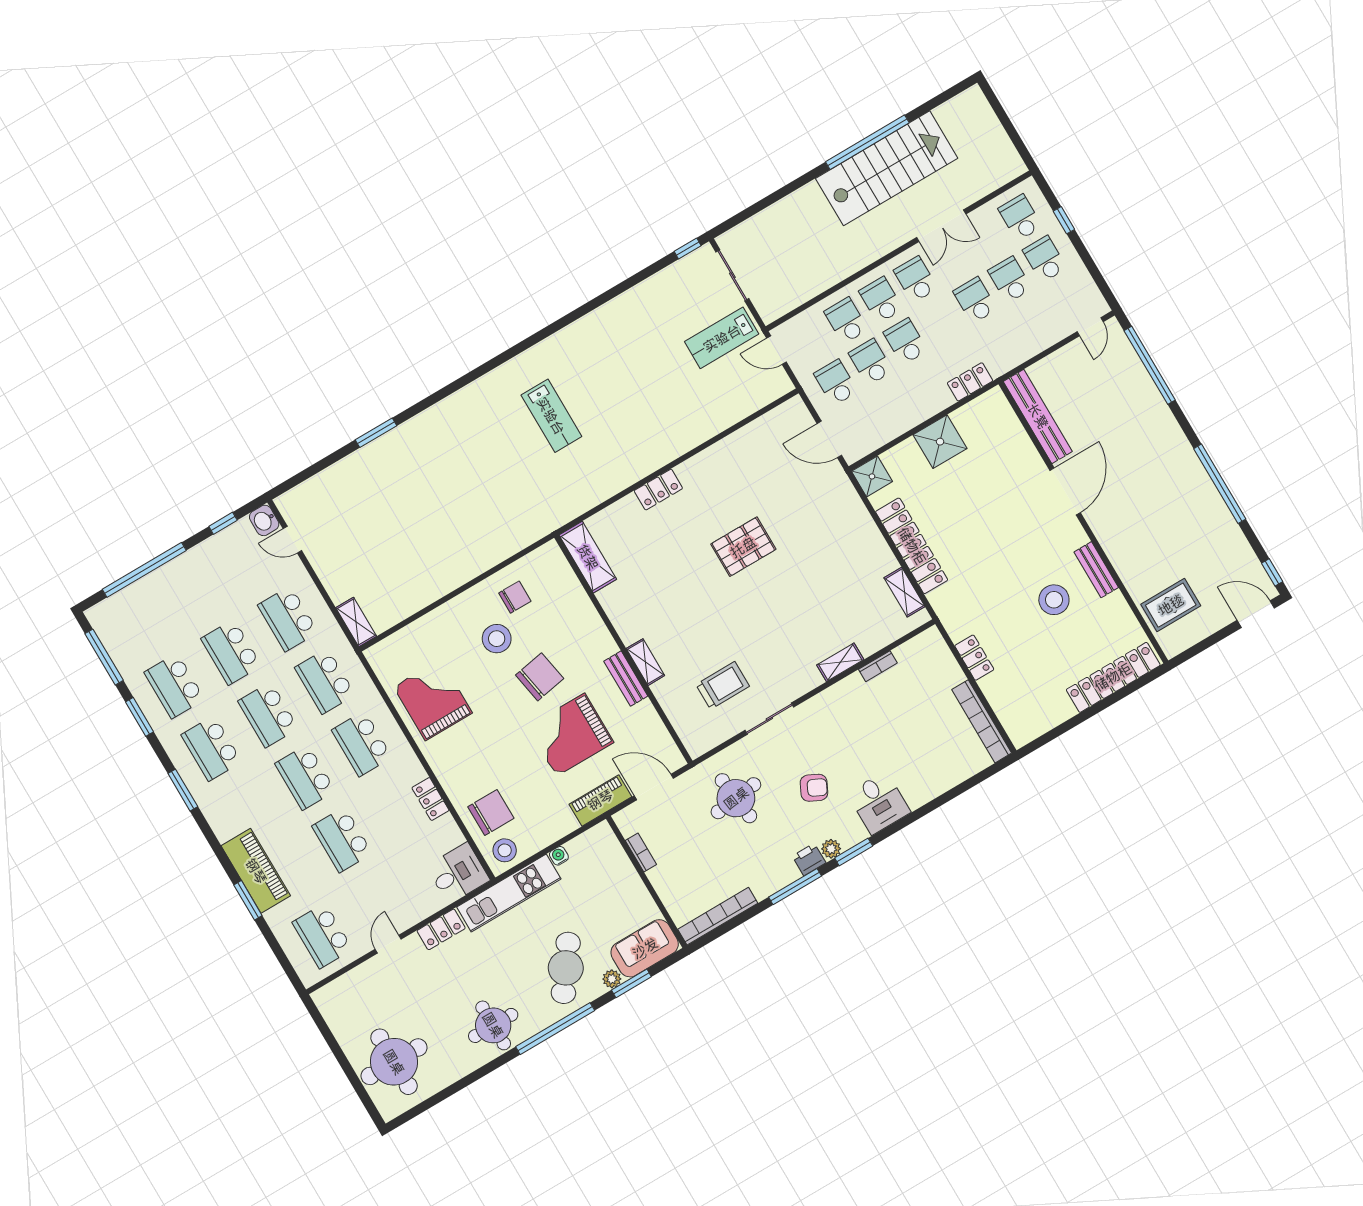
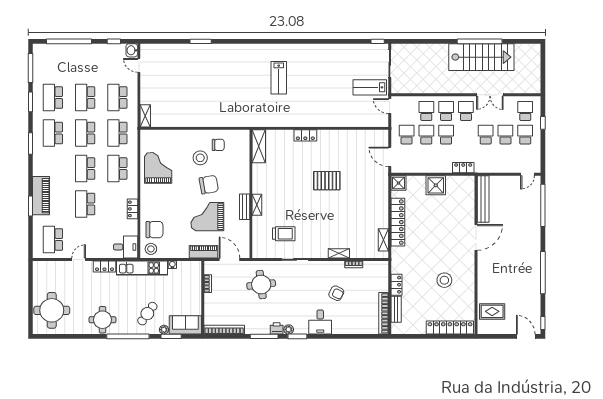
bench: (1096, 570) -> (396, 309), moved
armchair: (814, 788) -> (336, 293), moved
cafe table: (566, 968) -> (147, 314), width x0.73, depth x0.74

